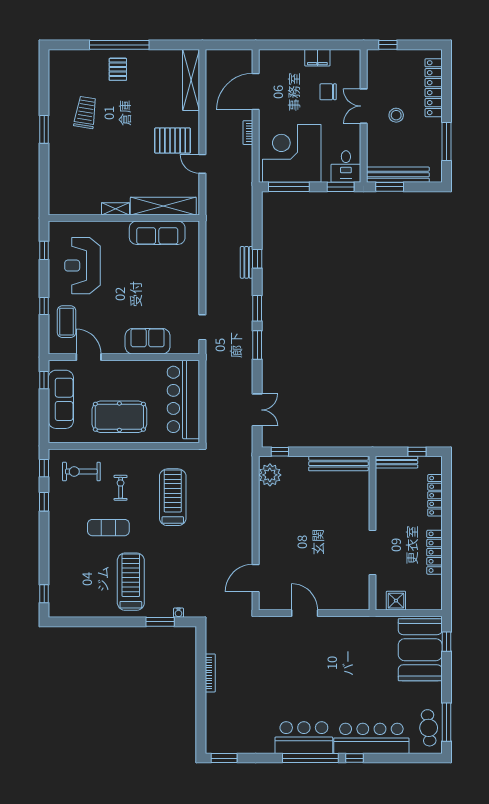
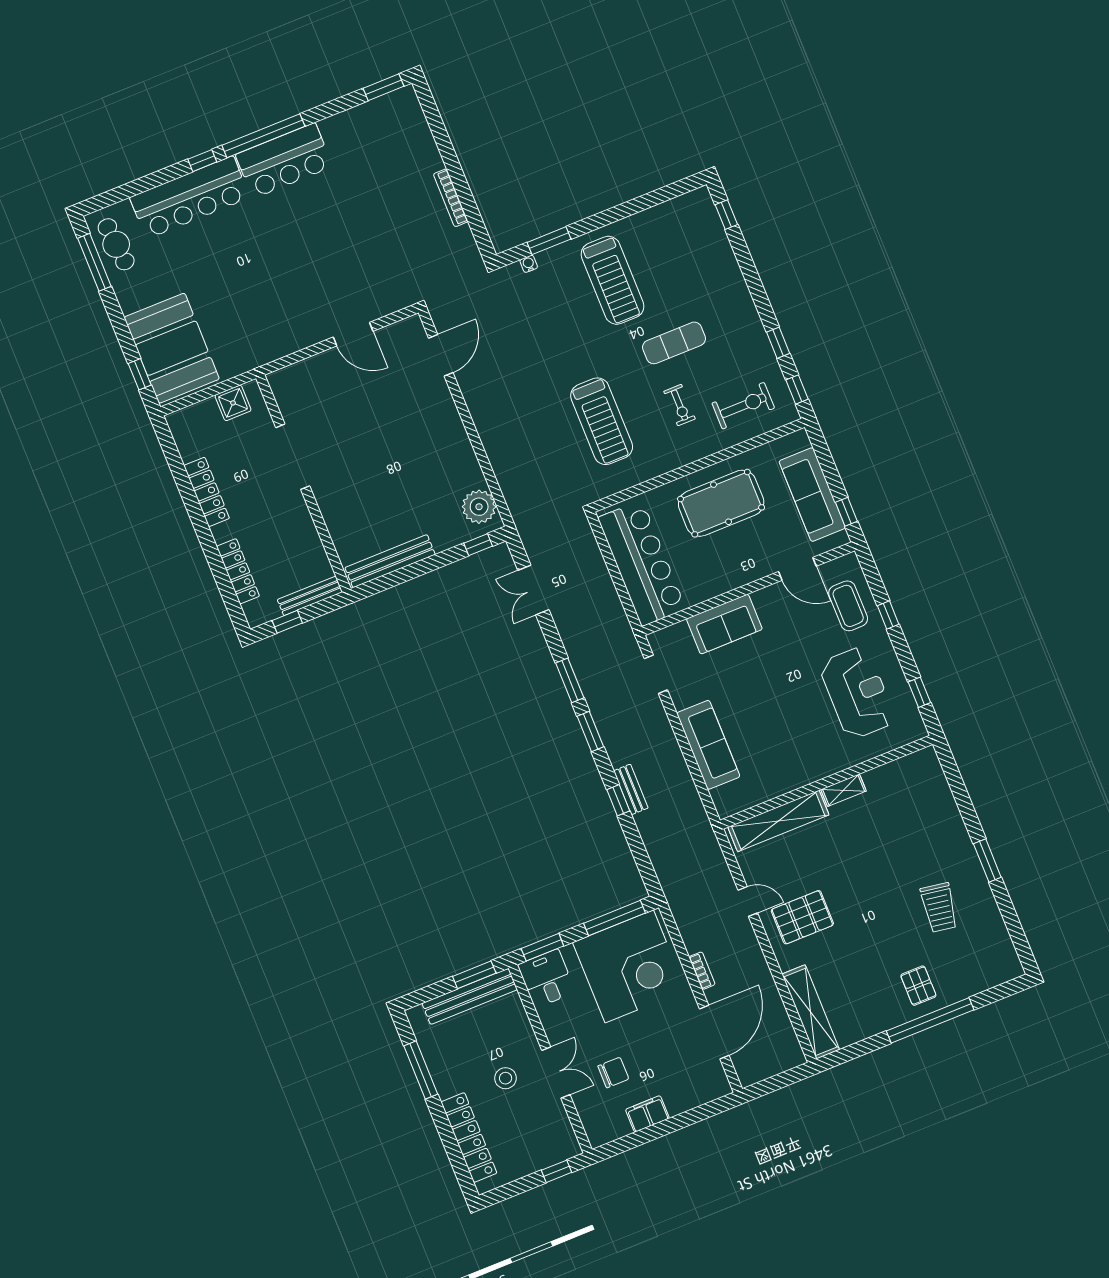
sofa: (157, 233) -> (708, 745), moved, turned 90

